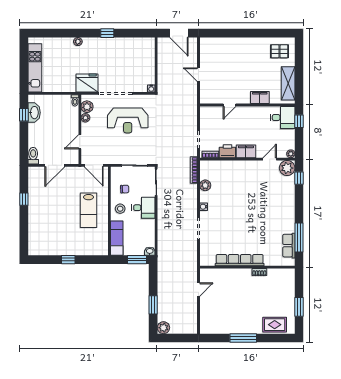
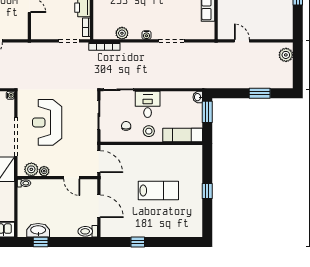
reception desk: (128, 120) -> (47, 122), turned 180
door: (94, 165) -> (99, 162), hinge flipped
lab bench: (89, 210) -> (158, 190), moved
plant: (163, 328) -> (286, 55), moved

